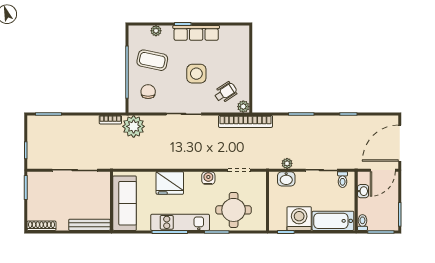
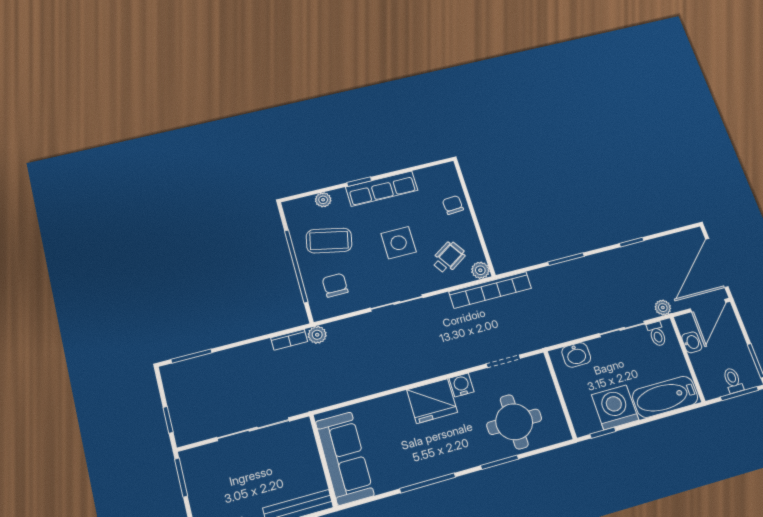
chair: (239, 57) -> (453, 205), added
plant: (134, 126) -> (317, 335), width x0.53, depth x0.53
plant: (287, 163) -> (663, 308), moved
fridge: (170, 183) -> (432, 401), moved
kitchen unit: (180, 222) -> (439, 463), removed
toilet: (362, 223) -> (733, 380), moved

